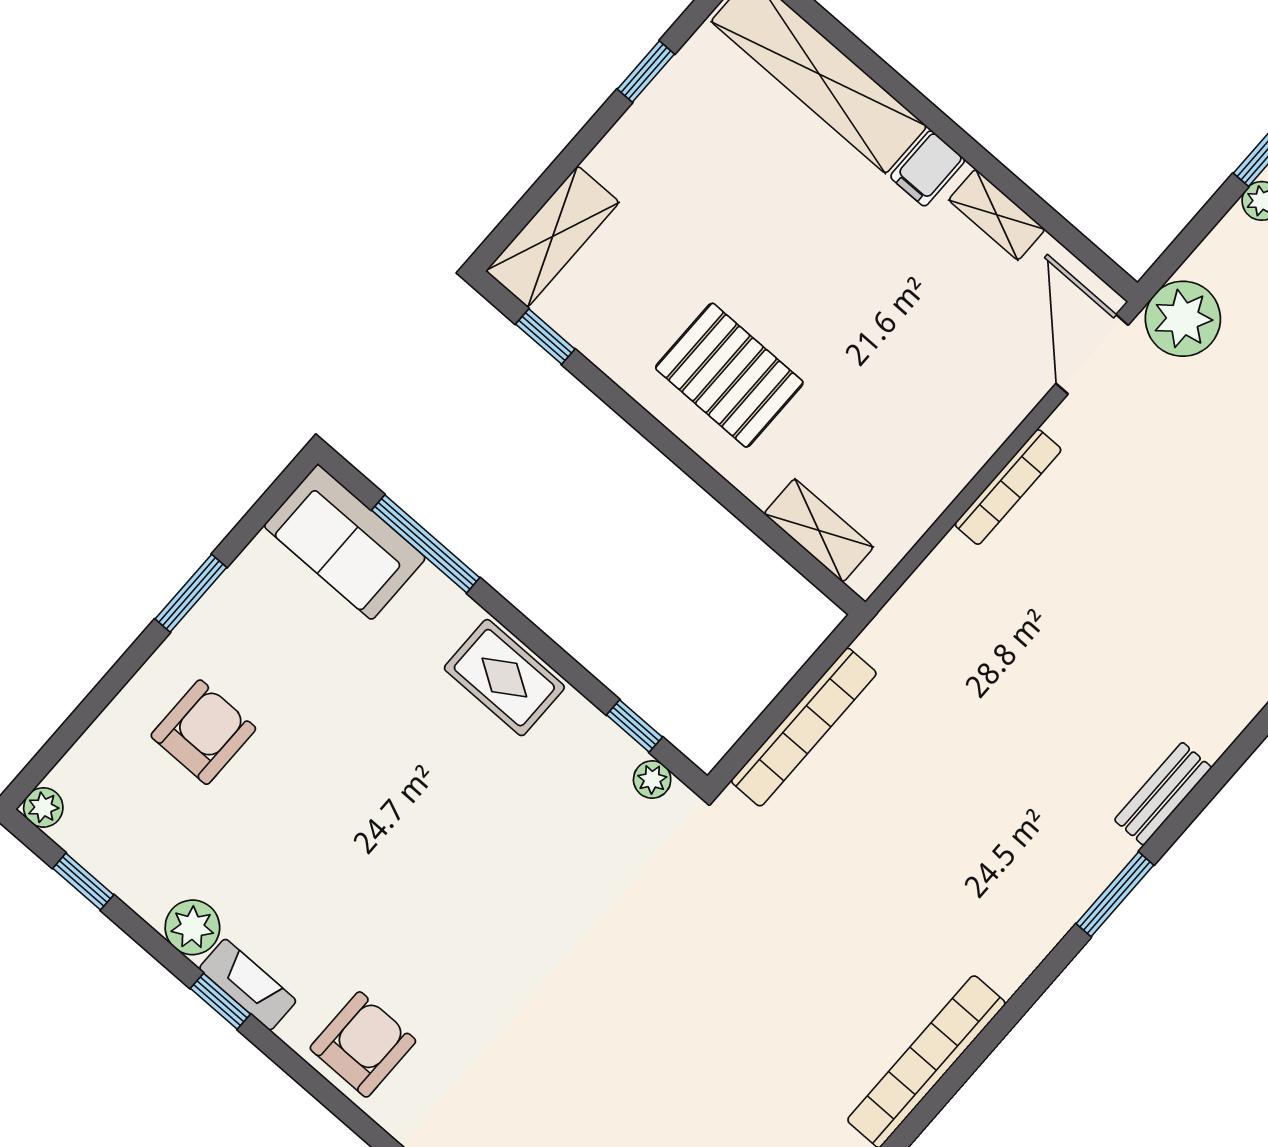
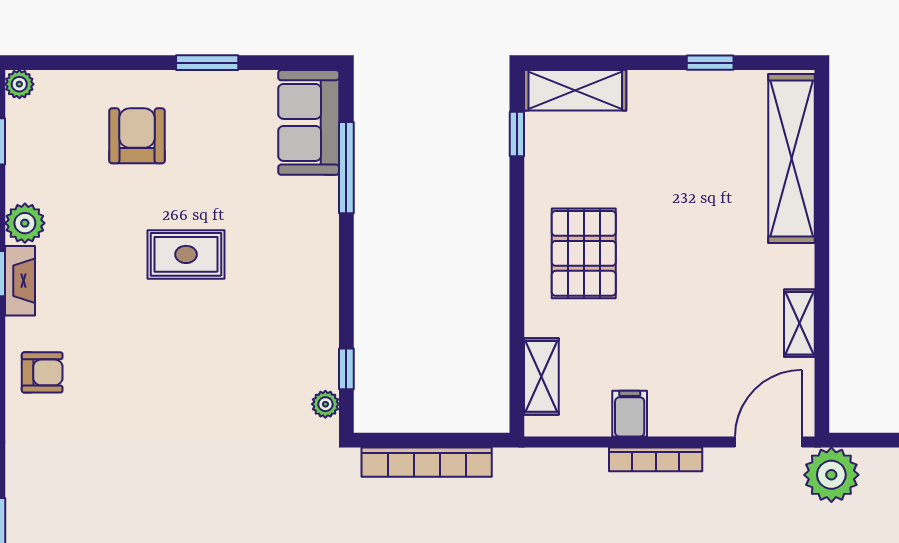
filing cabinet: (928, 168) -> (630, 414), moved, turned 90
rug: (504, 678) -> (186, 254), moved, turned 90
armchair: (203, 732) -> (137, 136), turned -90
armchair: (363, 1044) -> (42, 372), width x0.72, depth x0.72

